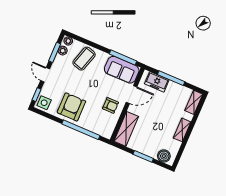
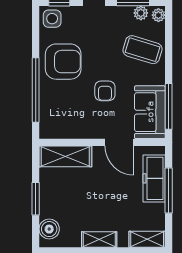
freezer: (157, 82) -> (154, 178), width x1.40
armchair: (110, 105) -> (105, 91), moved

